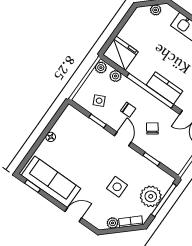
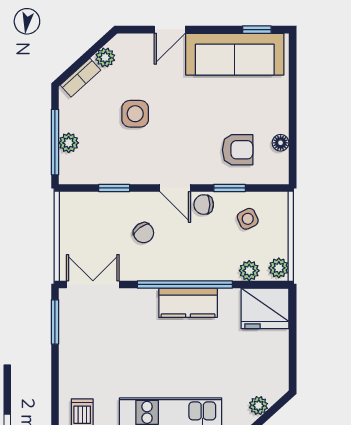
kitchen counter: (164, 88) -> (188, 303), moved
chair: (128, 110) -> (204, 205), moved
armchair: (81, 136) -> (238, 150), added
floor lamp: (51, 137) -> (281, 143), moved
plant: (151, 196) -> (69, 143), width x0.53, depth x0.53

